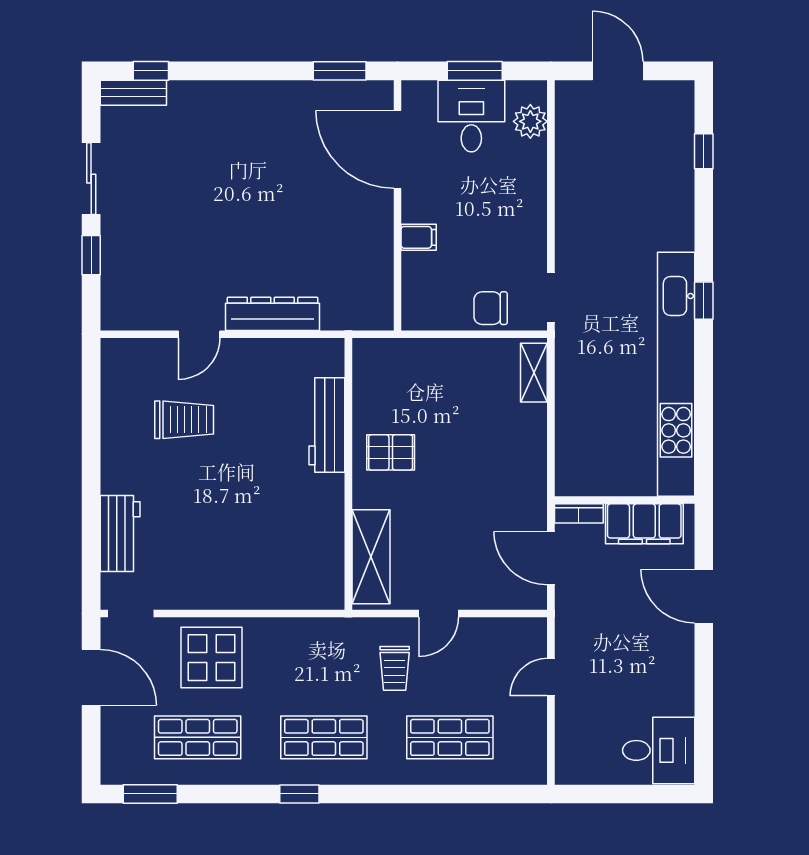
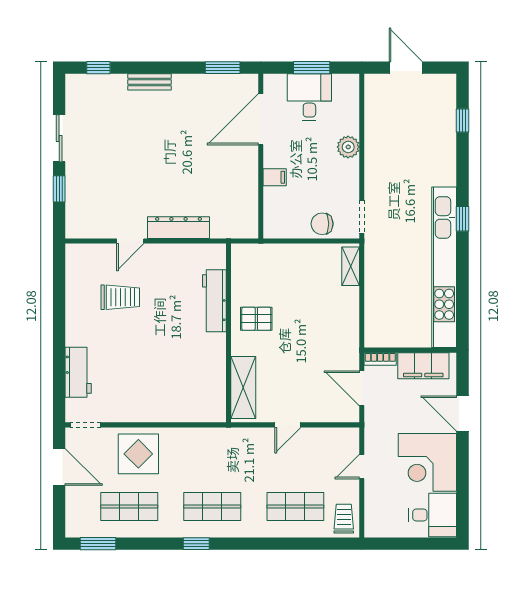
bench: (133, 93) -> (150, 82), moved
plant: (530, 121) -> (348, 147), moved
door: (397, 150) -> (261, 119), hinge flipped
trolley: (395, 668) -> (344, 519), moved, turned 180
corner desk: (651, 671) -> (427, 462), added

